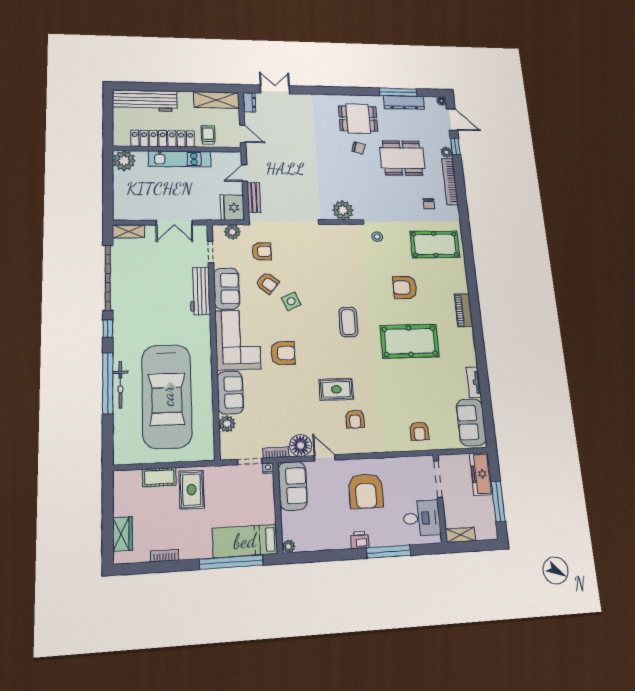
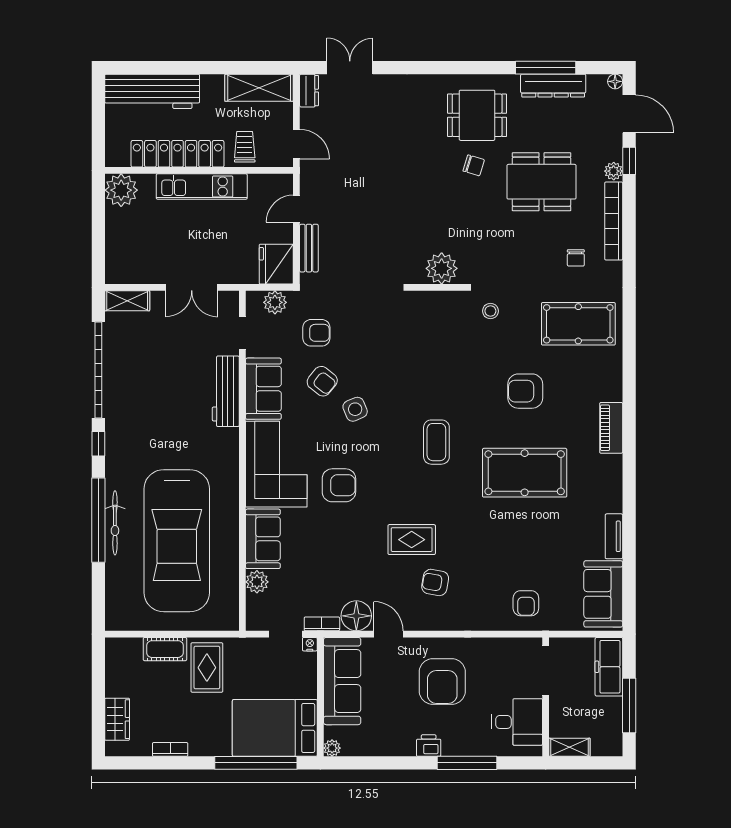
armchair: (355, 419) -> (435, 582), turned 100
sofa: (293, 486) -> (342, 681), width x1.36
bed: (245, 541) -> (275, 728), width x1.50

